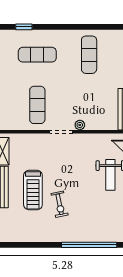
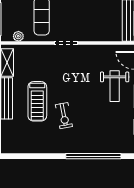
plant: (80, 125) -> (18, 36), moved

